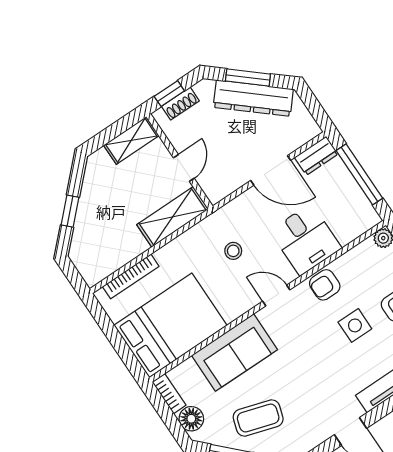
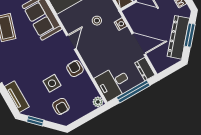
door: (271, 170) -> (139, 44), swing flipped
nightstand: (237, 207) -> (121, 24), added
desk: (306, 239) -> (113, 83), moved

